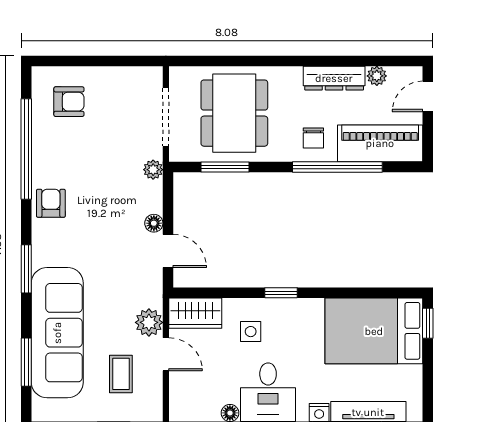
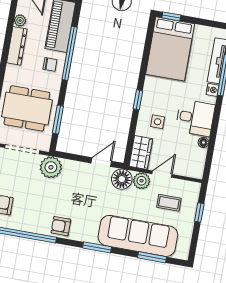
plant: (153, 170) -> (51, 167), width x1.87, depth x1.87
floor lamp: (154, 223) -> (122, 179), moved, width x1.89, depth x1.89

